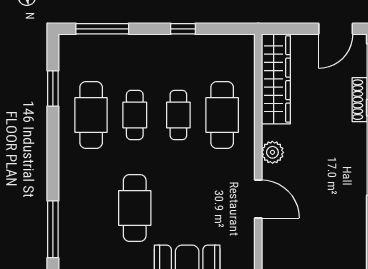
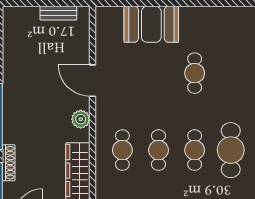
cafe table: (222, 115) -> (122, 150), width x0.73, depth x0.74
cafe table: (135, 208) -> (195, 73), width x0.73, depth x0.74

